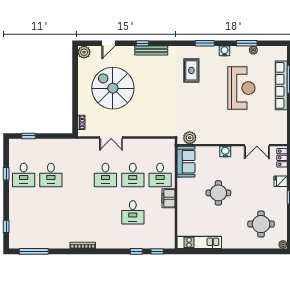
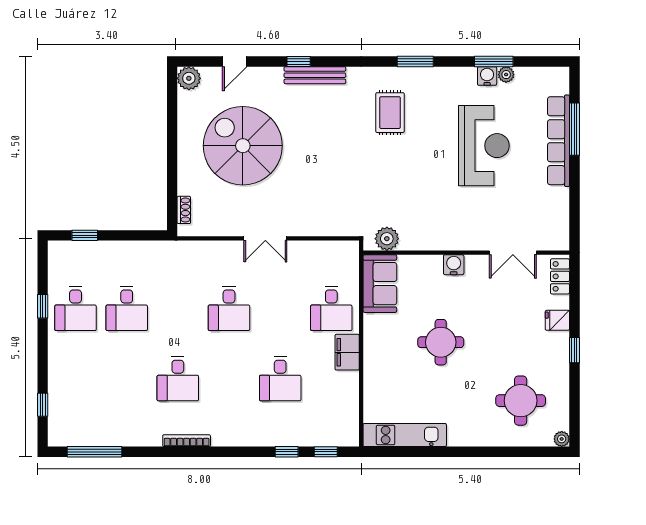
water cooler: (225, 51) -> (487, 76), moved
double door: (111, 138) -> (265, 238), moved
desk: (133, 175) -> (178, 379), moved

